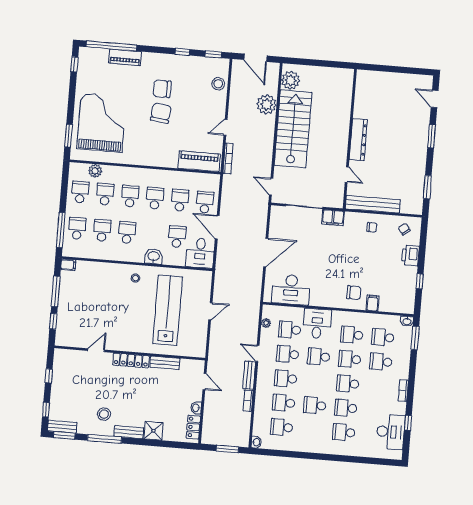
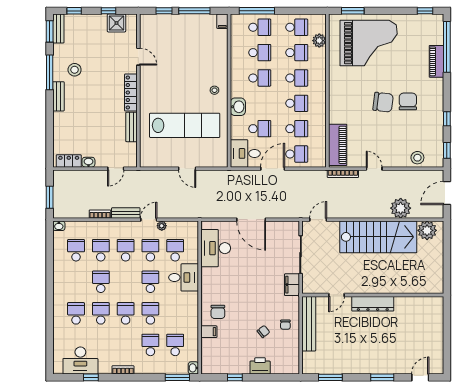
chair: (404, 229) -> (263, 332), moved
plant: (266, 323) -> (162, 226), moved
school desk: (352, 335) -> (175, 313), removed
shower: (153, 431) -> (116, 23), moved

